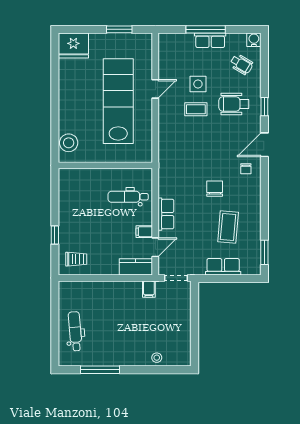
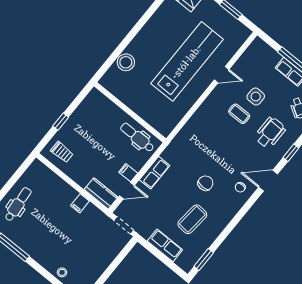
wheelchair: (234, 104) -> (270, 133), turned 90
wall: (105, 165) -> (130, 112), moved
filing cabinet: (149, 289) -> (80, 203), moved

